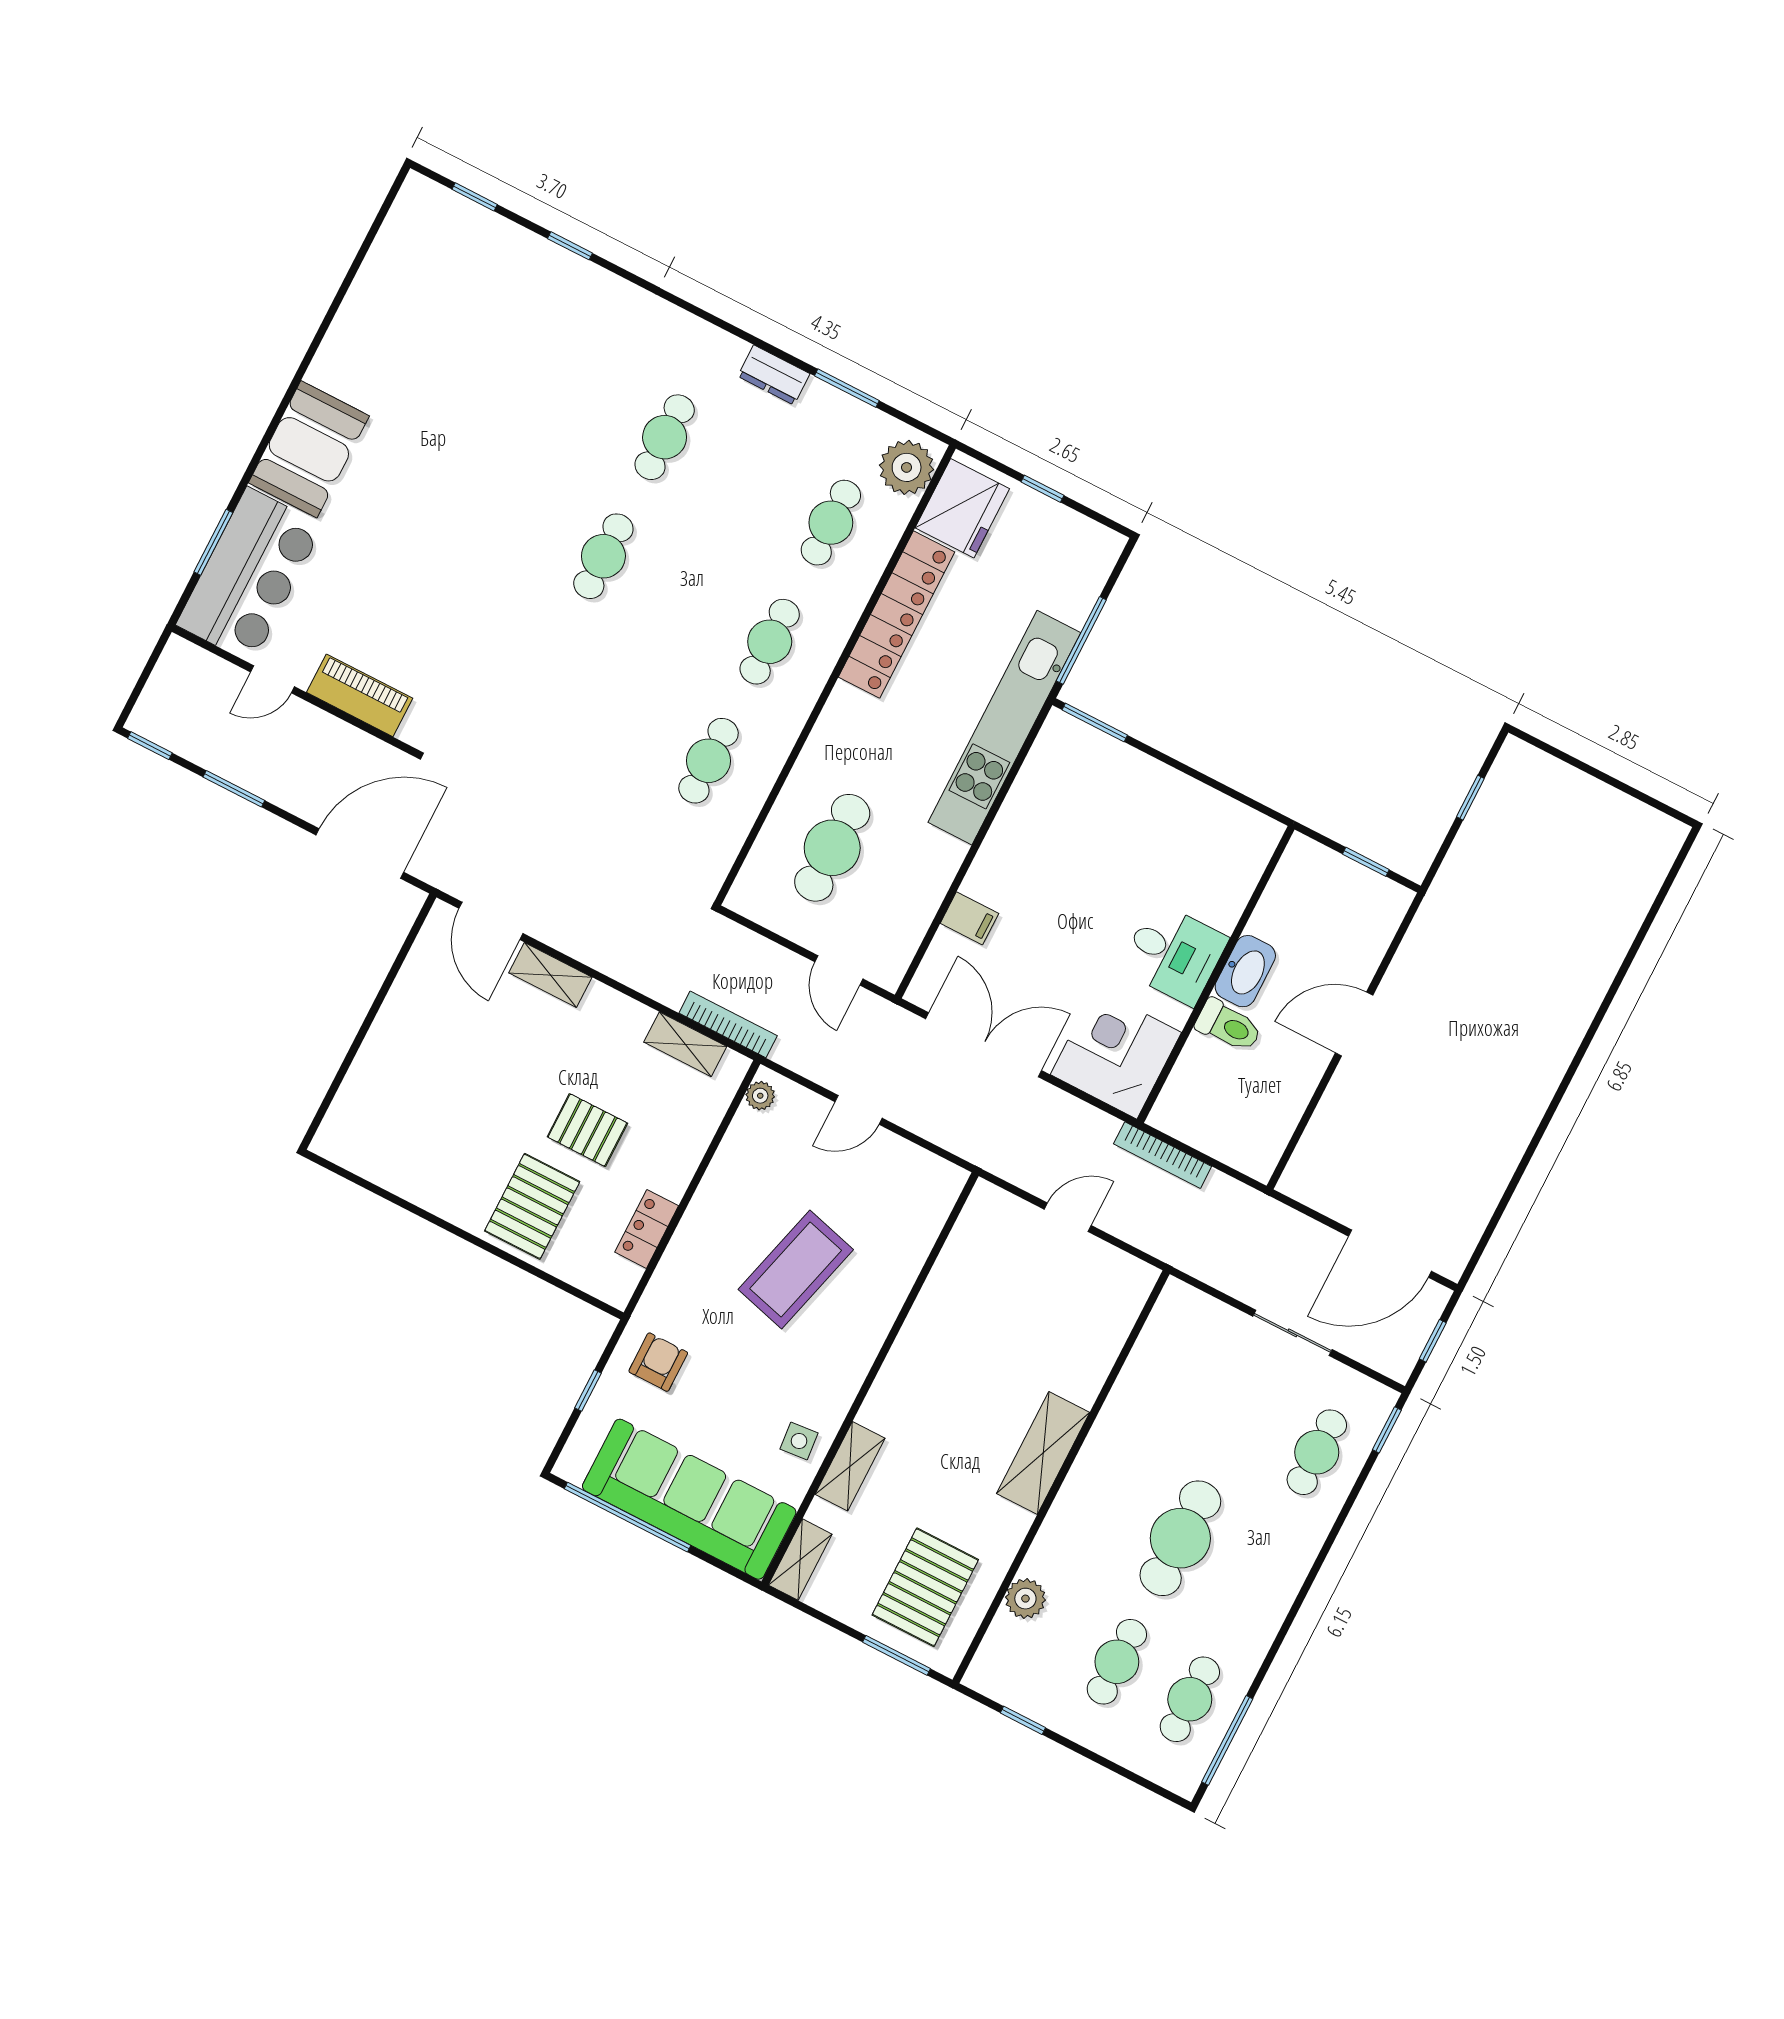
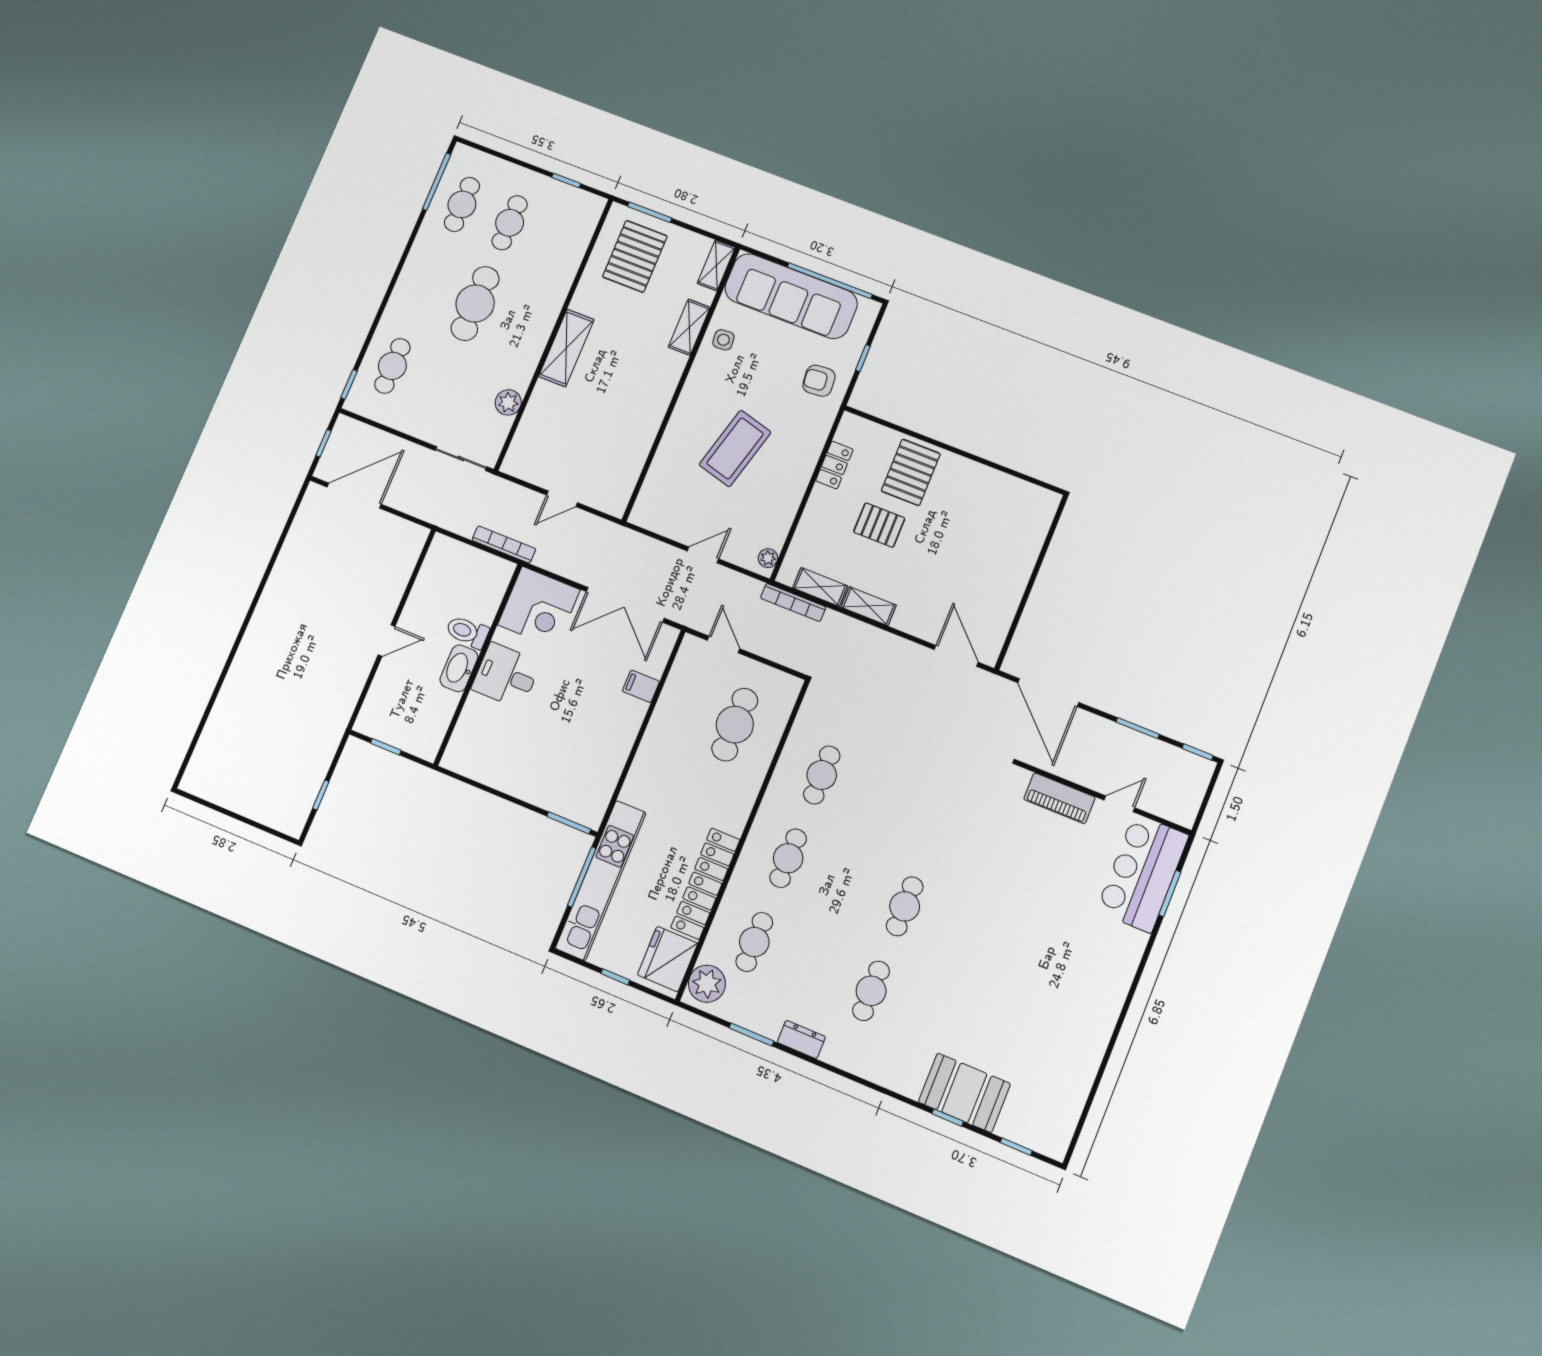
booth: (309, 449) -> (964, 1093), moved, turned 90
kitchen unit: (1004, 728) -> (601, 880), moved
door: (360, 854) -> (1048, 693), hinge flipped
shelving: (550, 975) -> (869, 606), moved
door: (1354, 1024) -> (387, 641), width x0.73
sliding door: (1292, 1333) -> (461, 459), moved
armchair: (658, 1362) -> (819, 381), turned 85
plant: (1025, 1599) -> (508, 402), moved

